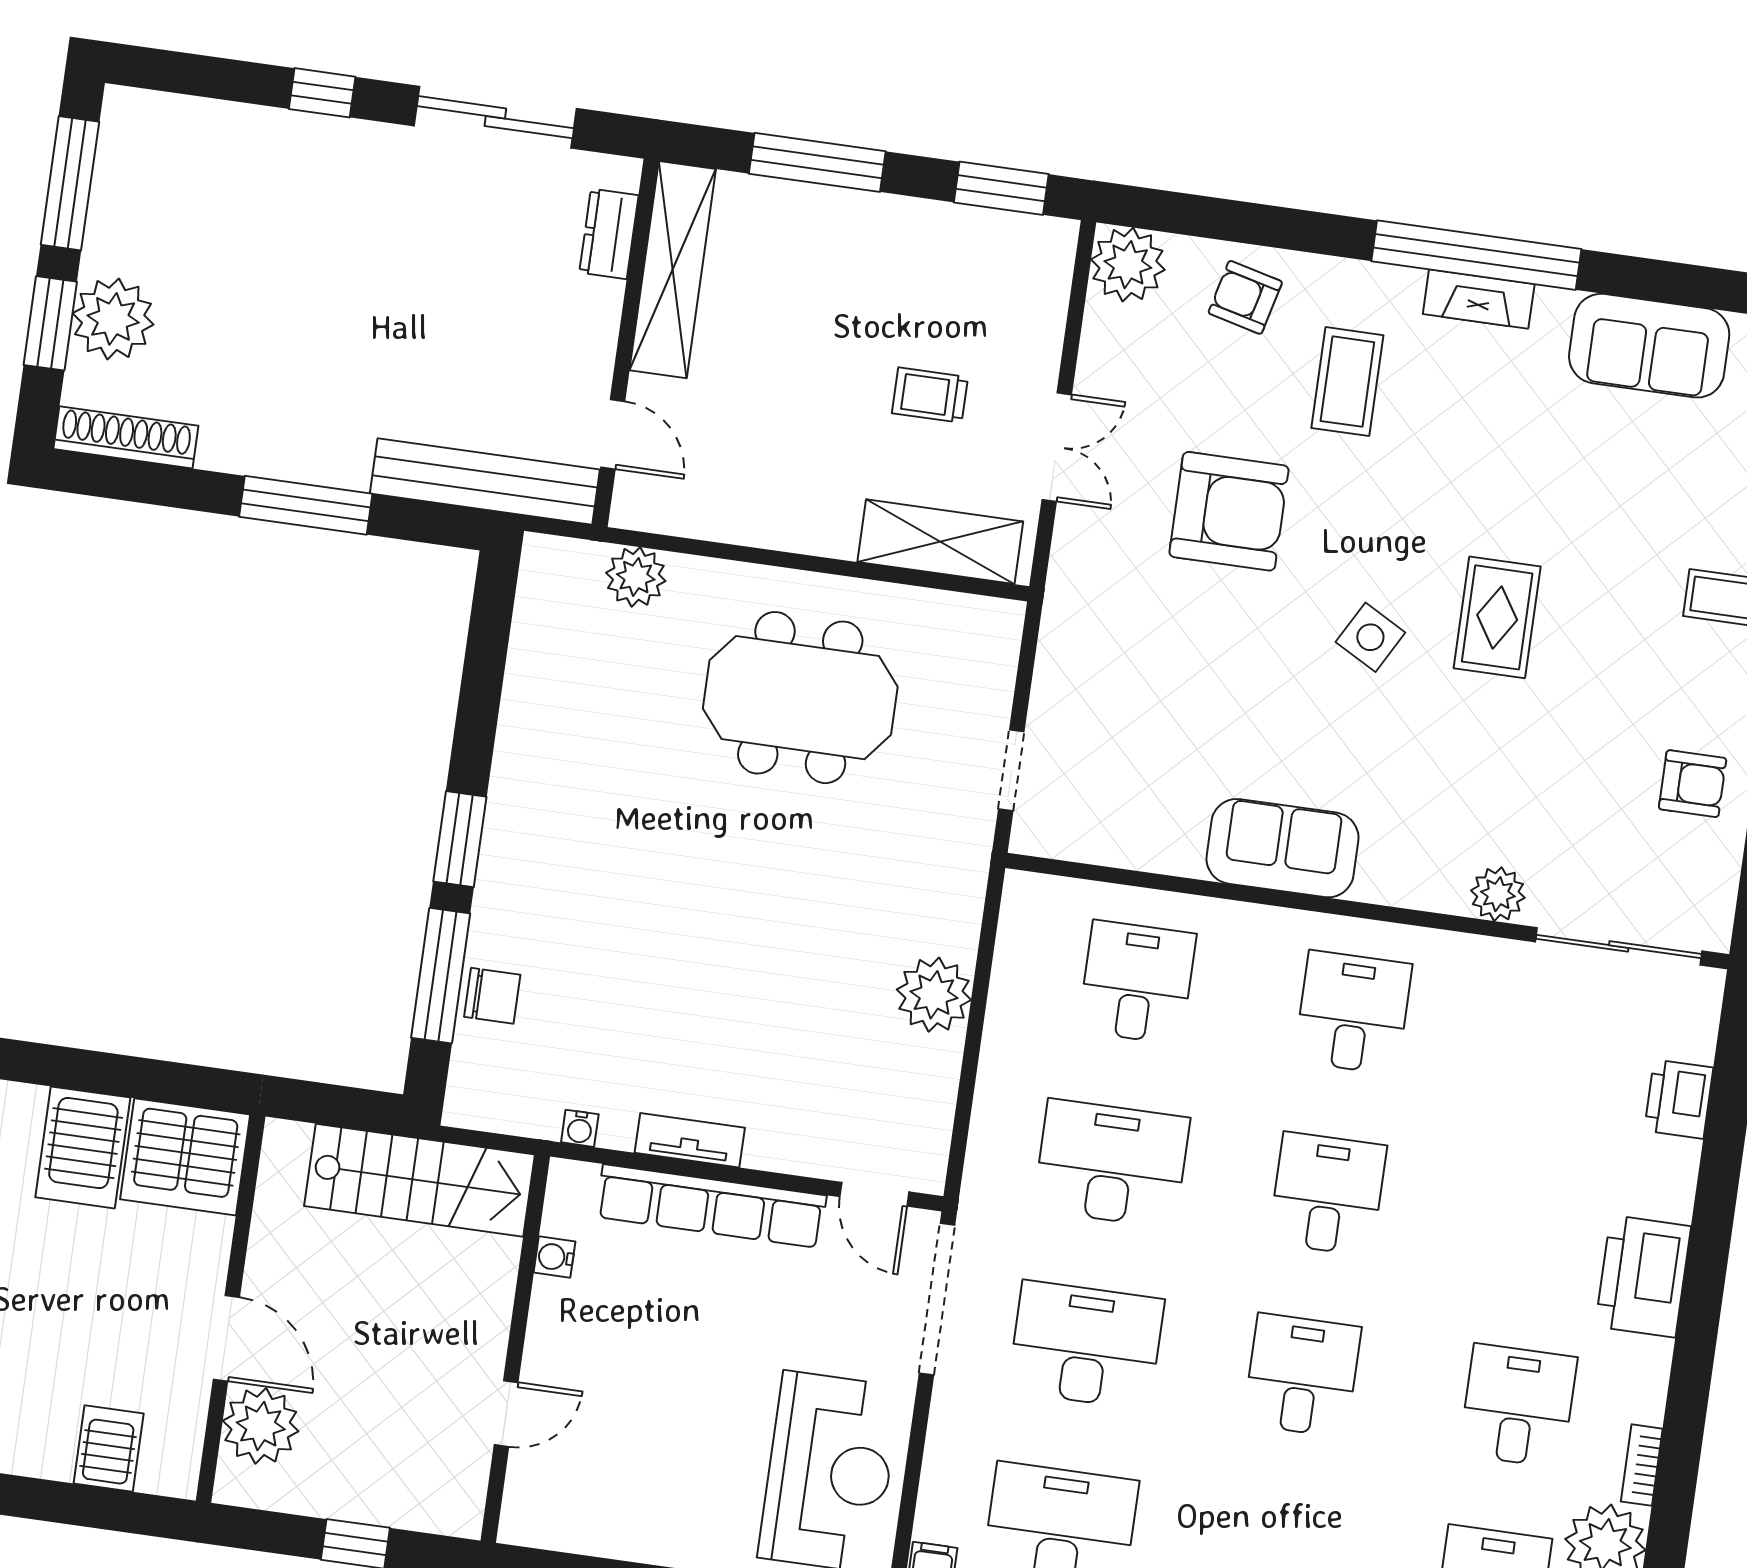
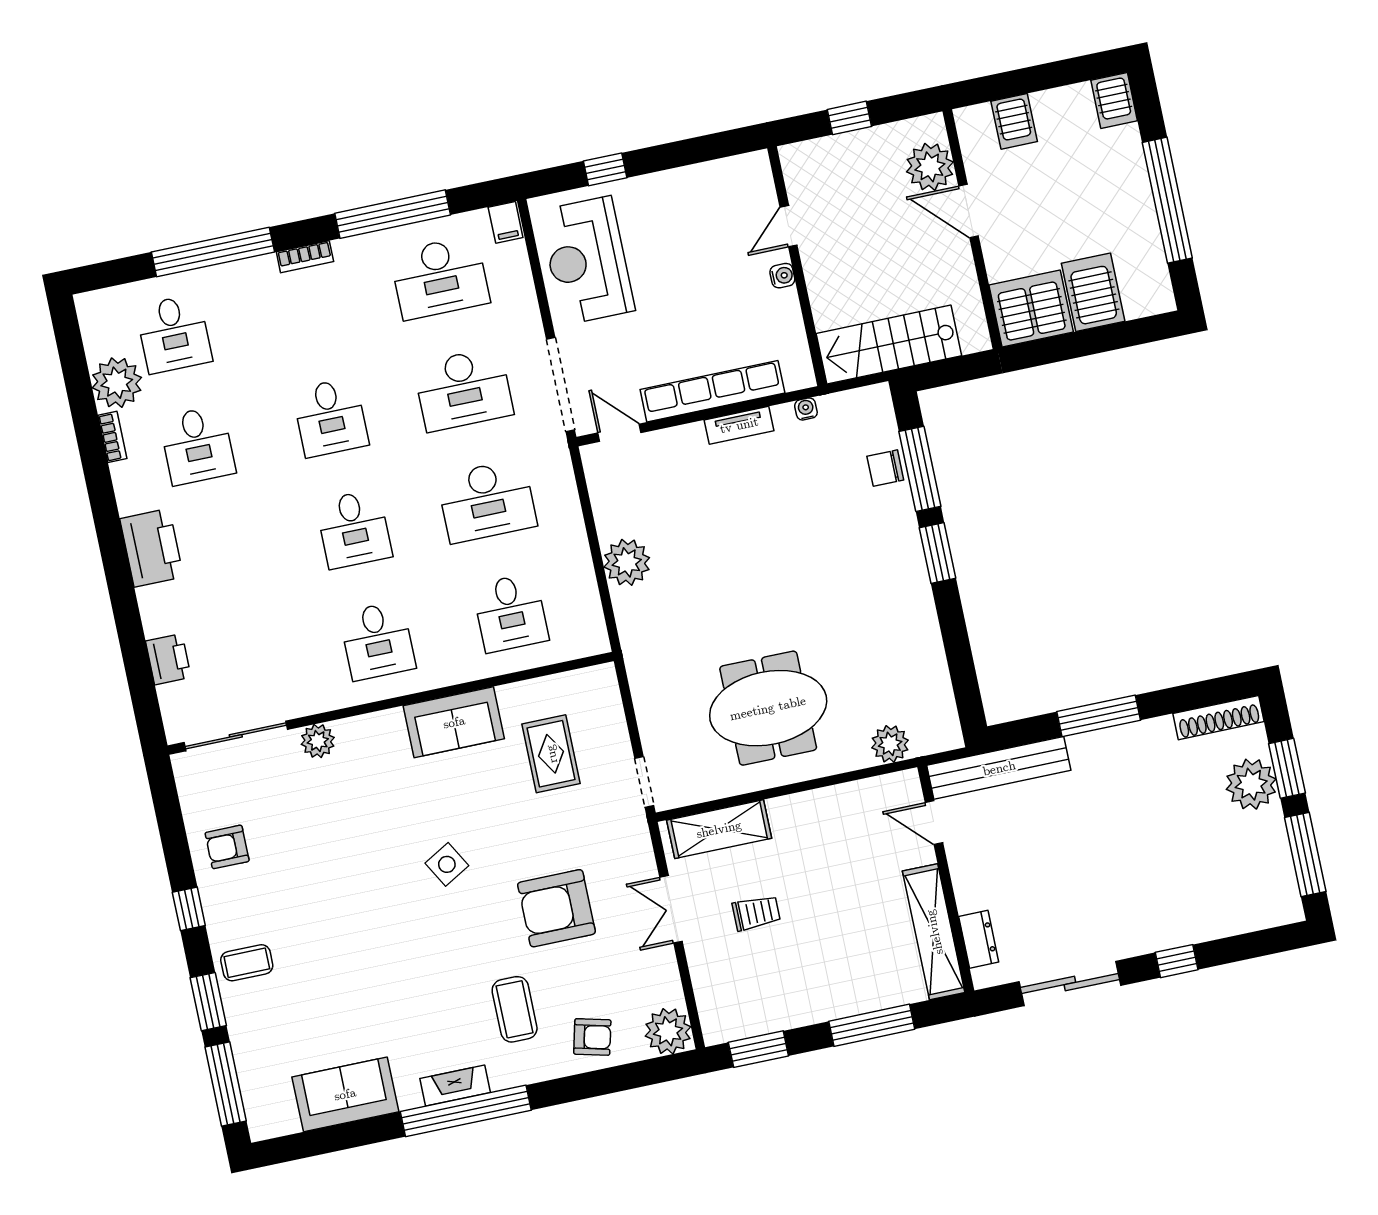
rug: (1497, 617) -> (551, 754), moved
side table: (1370, 637) -> (447, 864), turned 31
doorway: (1011, 770) -> (644, 782), moved
water cooler: (555, 1257) -> (782, 276), moved

